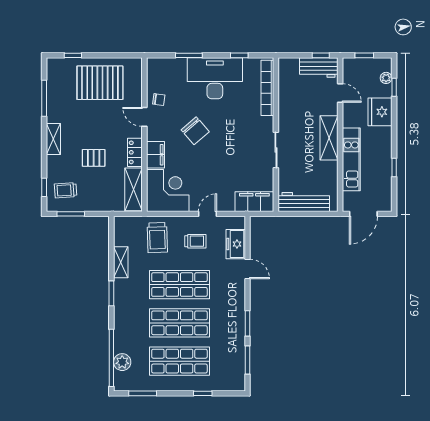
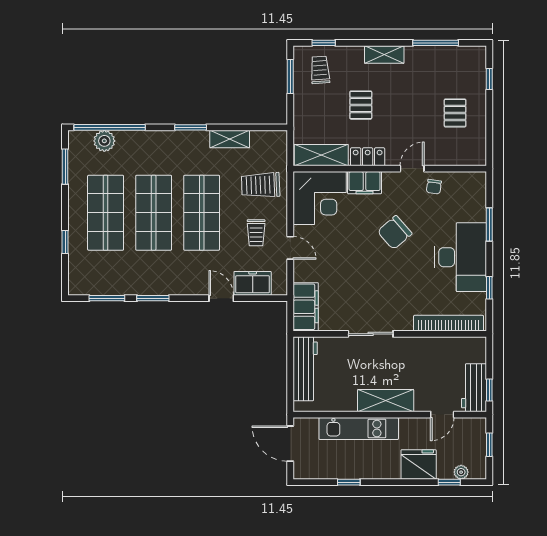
pallet: (100, 83) -> (455, 113), width x0.49, depth x0.50
door: (247, 269) -> (221, 298), swing flipped

